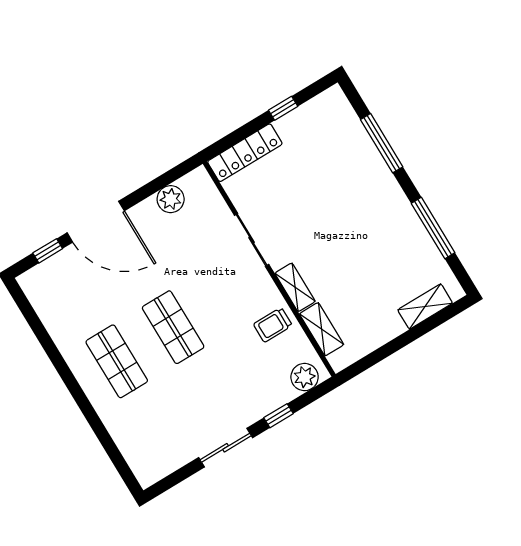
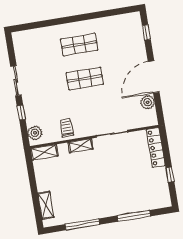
door: (96, 222) -> (154, 77), moved
shelving: (322, 329) -> (44, 152), moved

